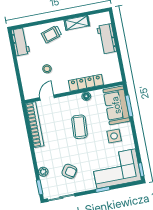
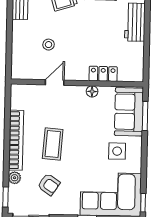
locker: (86, 83) -> (103, 74), width x0.66
door: (47, 98) -> (55, 82), moved
bookcase: (35, 125) -> (16, 140), moved
coffee table: (79, 127) -> (53, 144), moved

